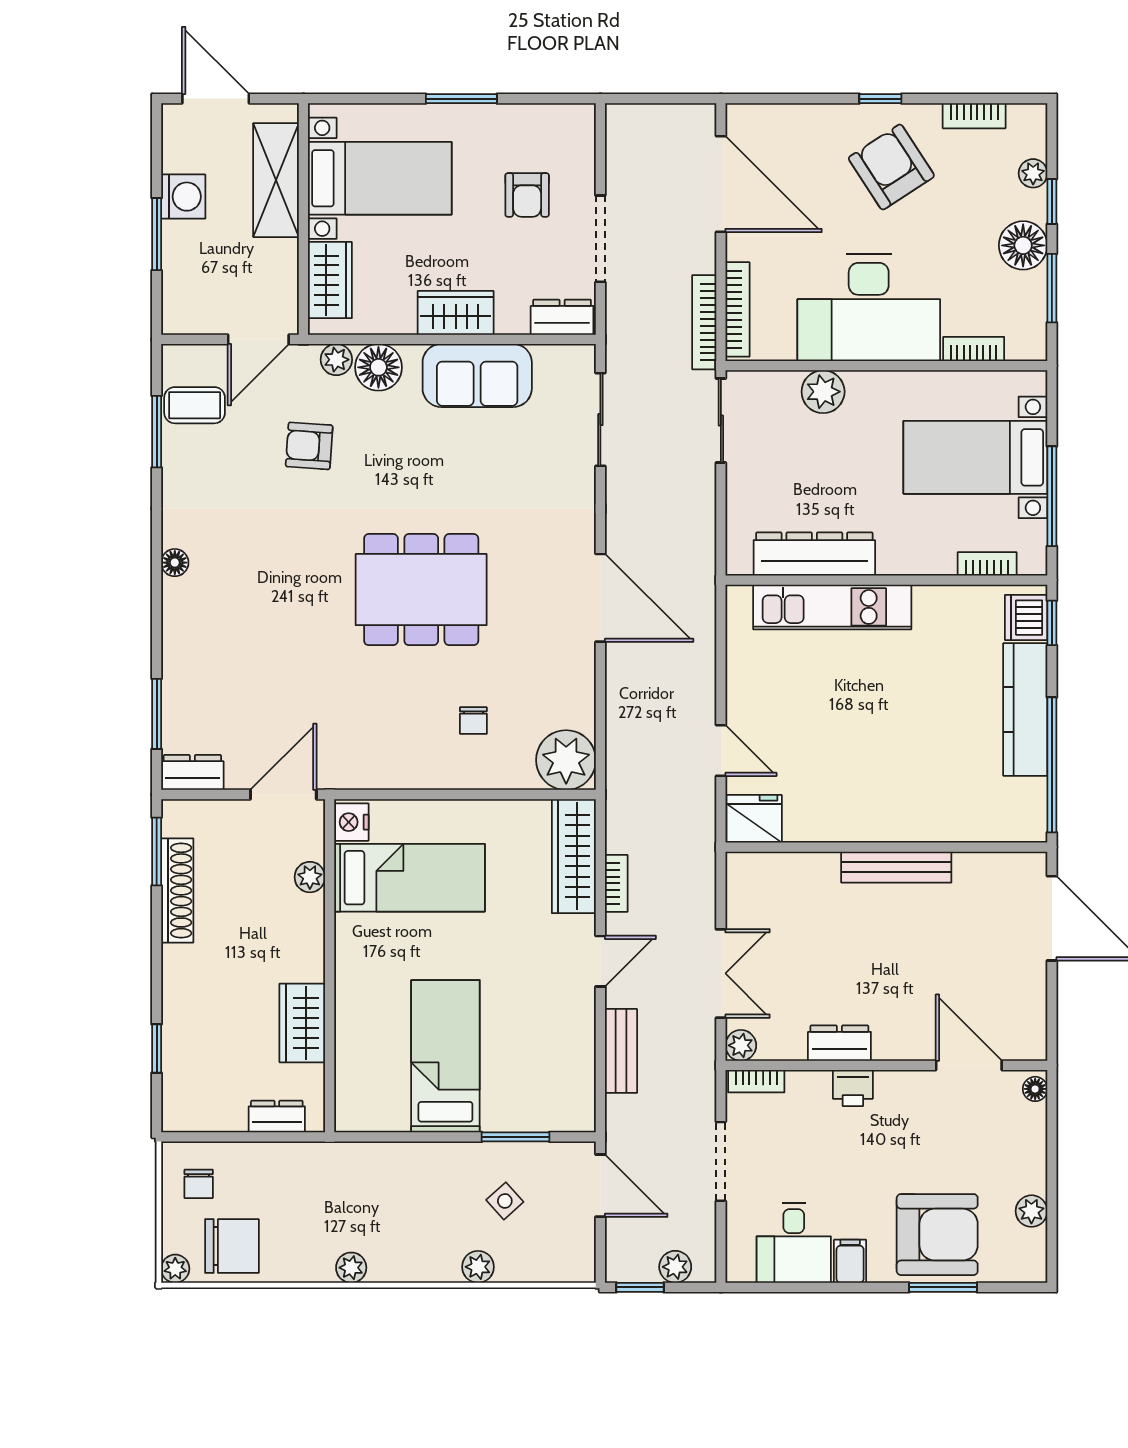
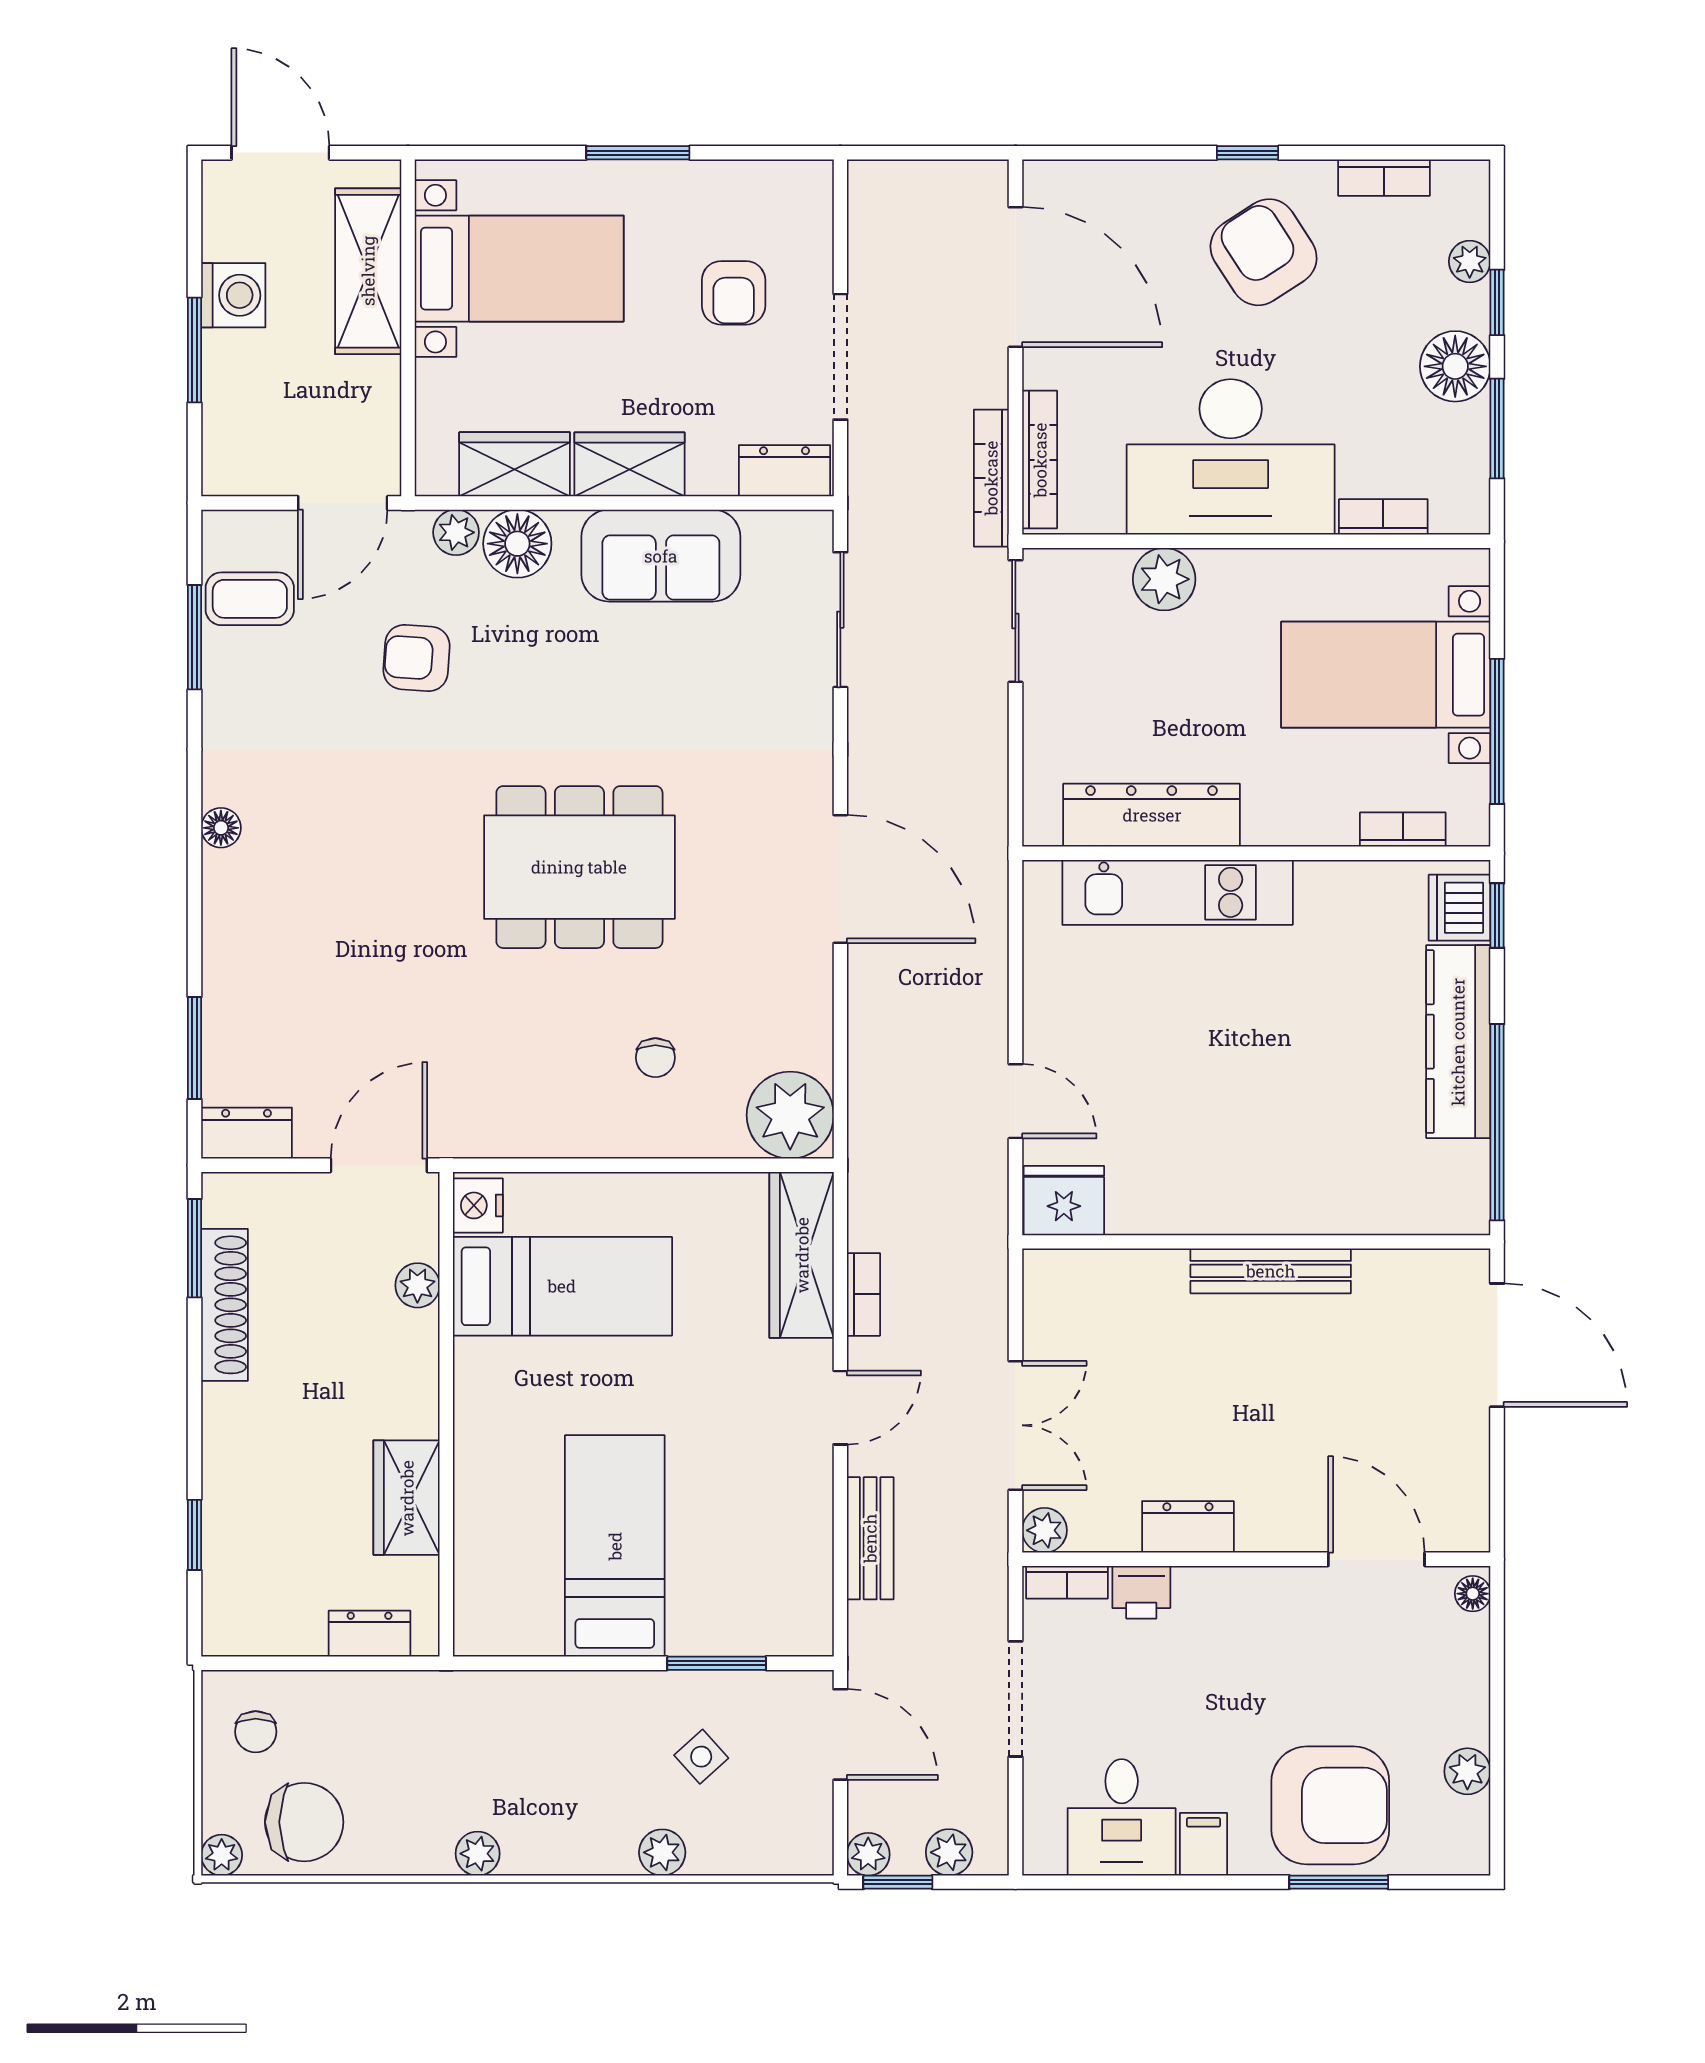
wardrobe: (330, 280) -> (515, 464), moved, turned -90
printer: (853, 1088) -> (1141, 1592), moved
plant: (620, 1268) -> (868, 1854), added

